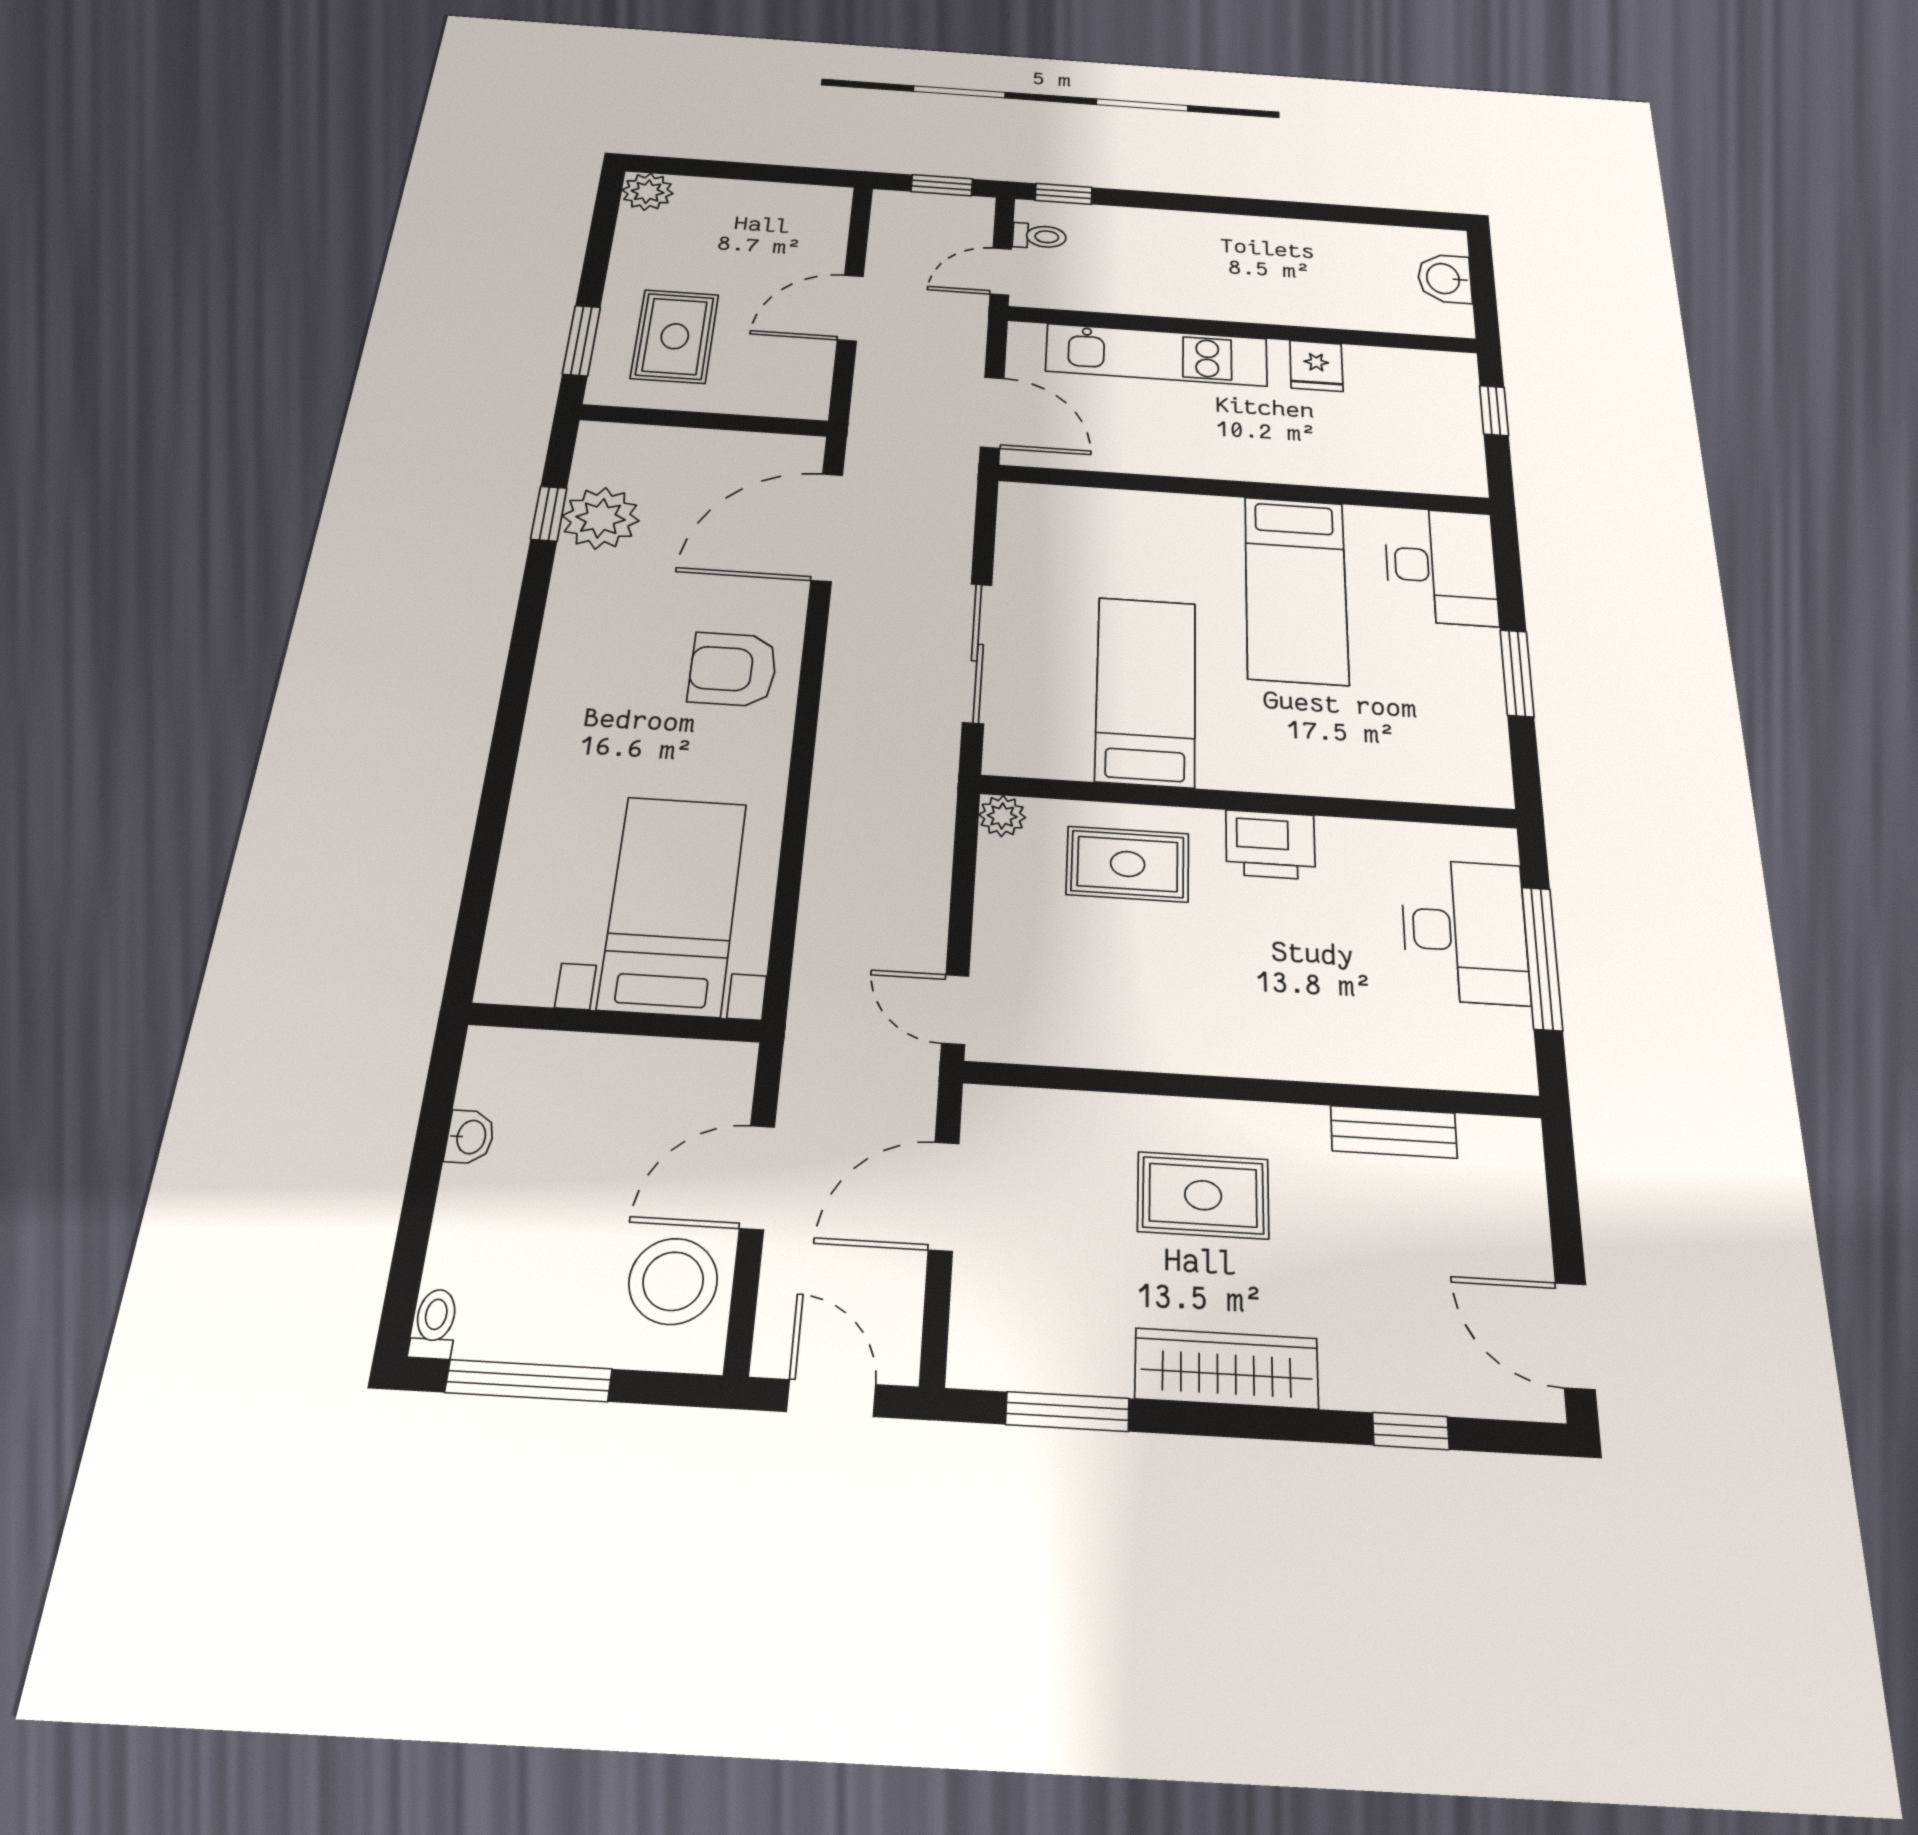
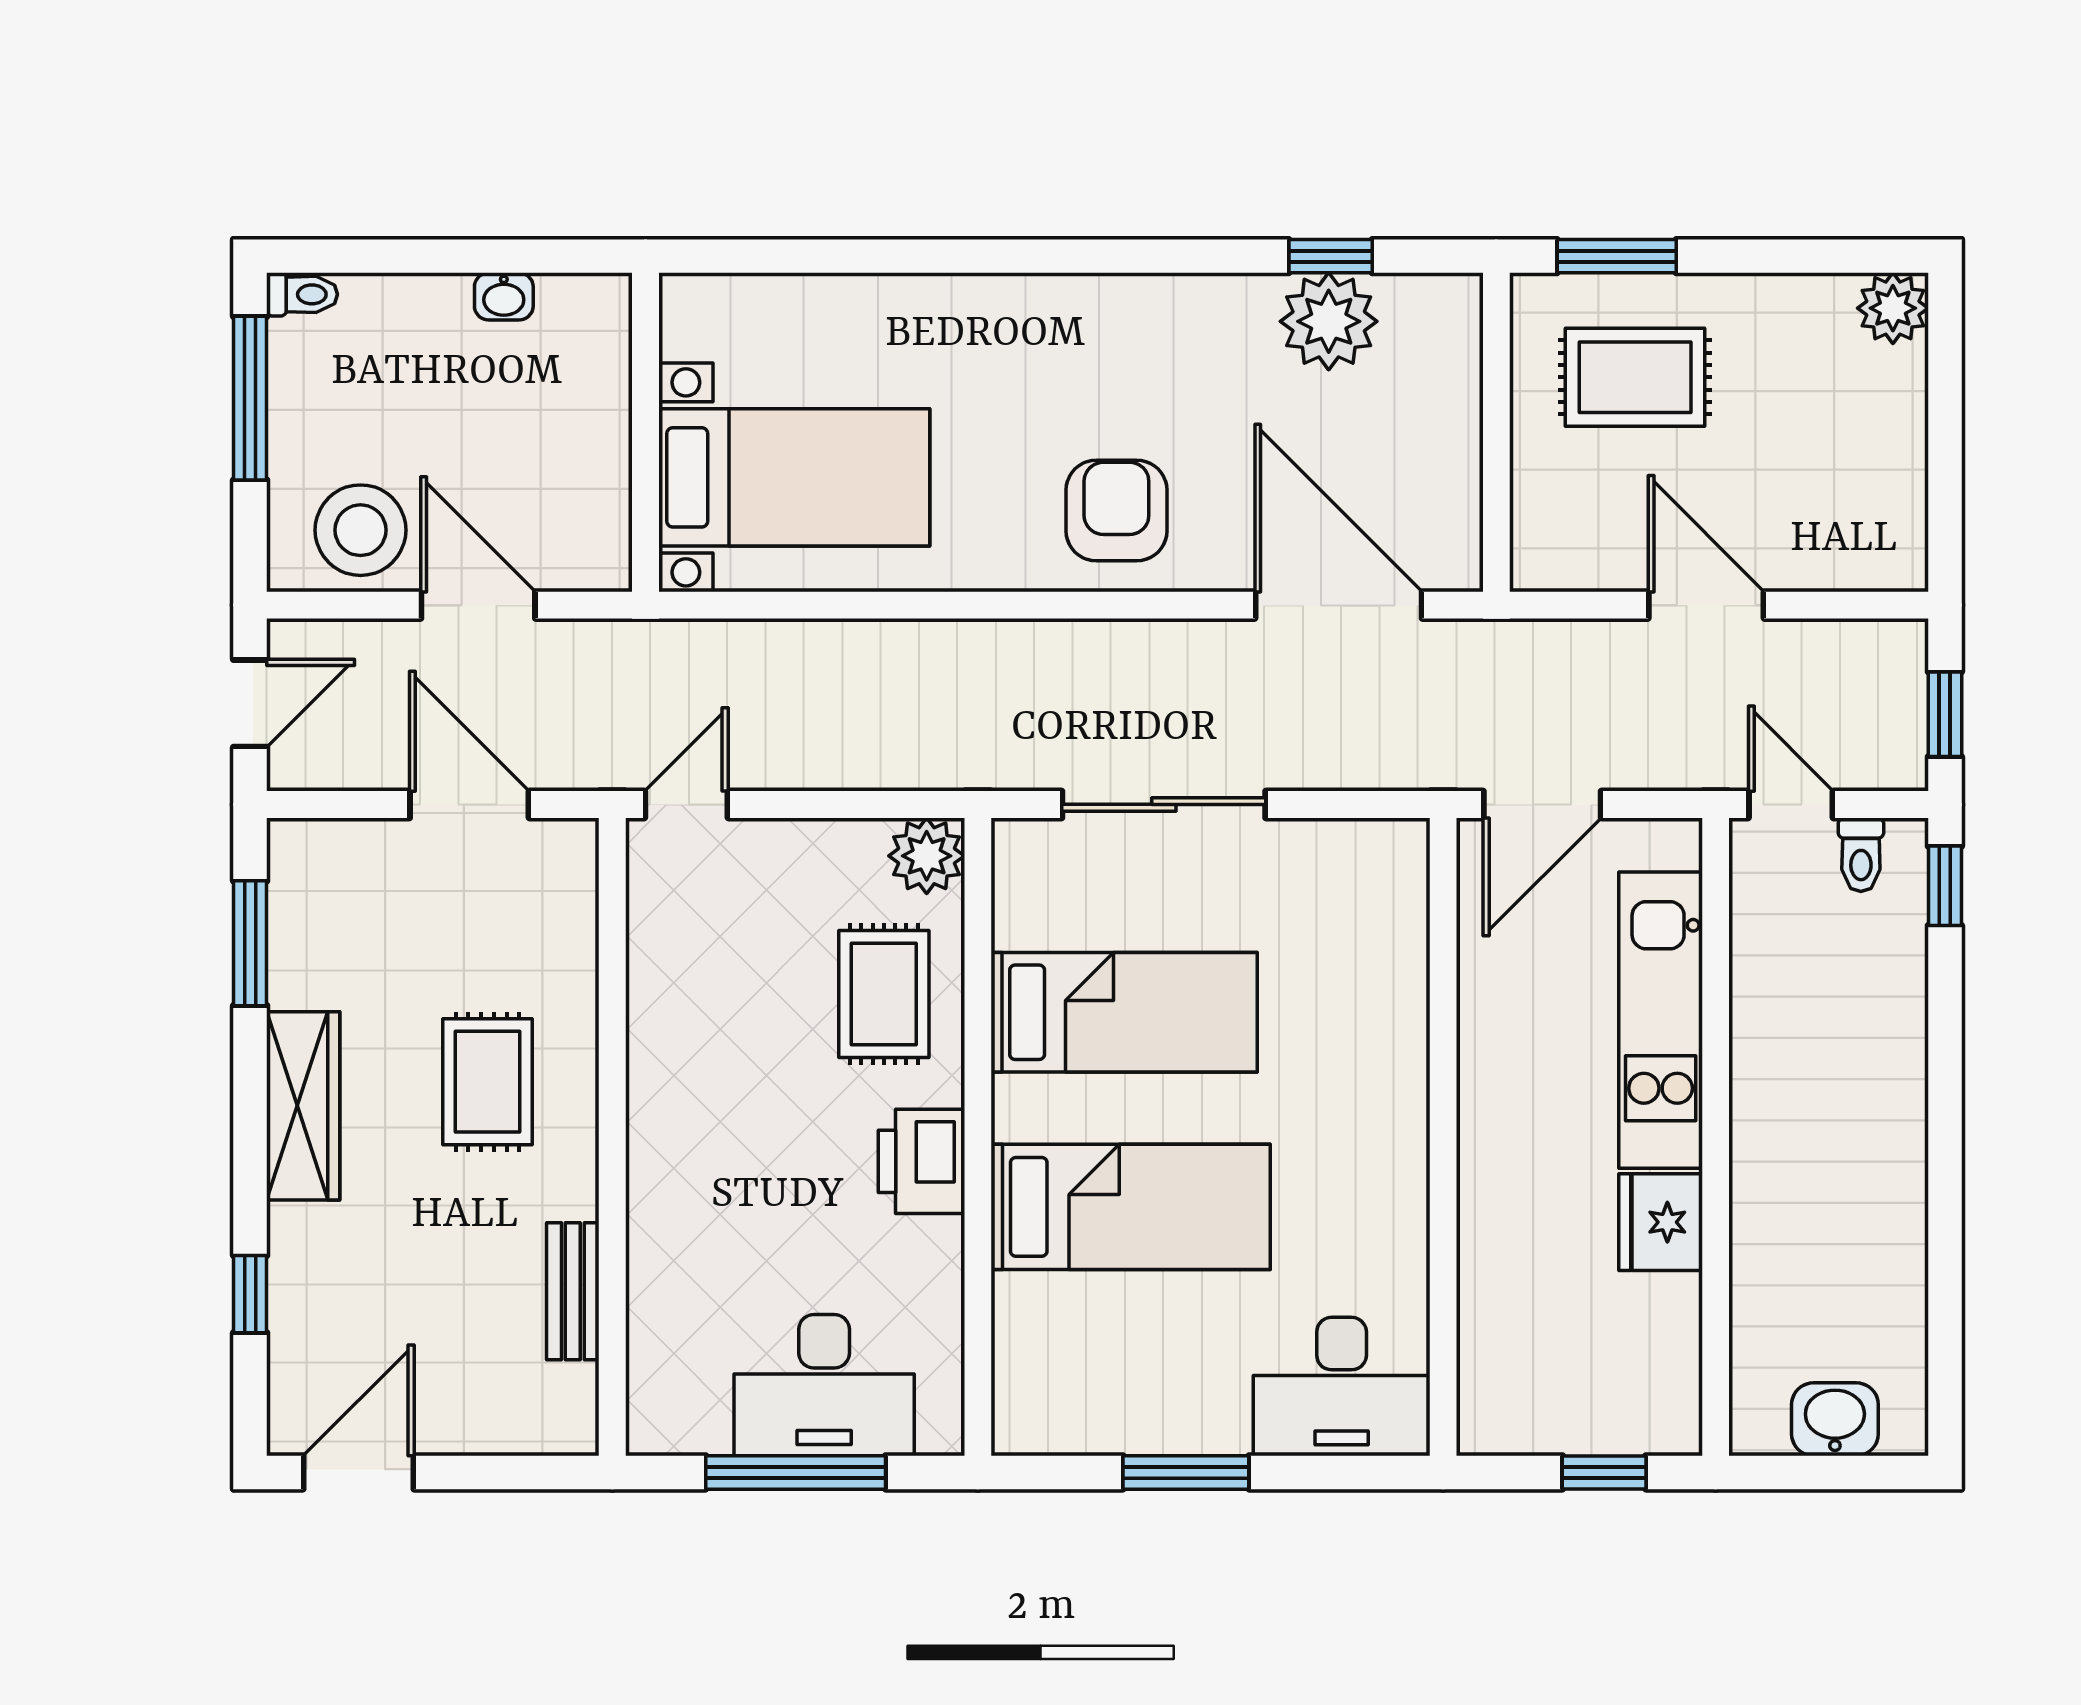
fridge: (1316, 366) -> (1661, 1222), width x1.38
bed: (1296, 589) -> (1131, 1207), moved, turned 180
plant: (1002, 816) -> (927, 856), width x1.38, depth x1.38

